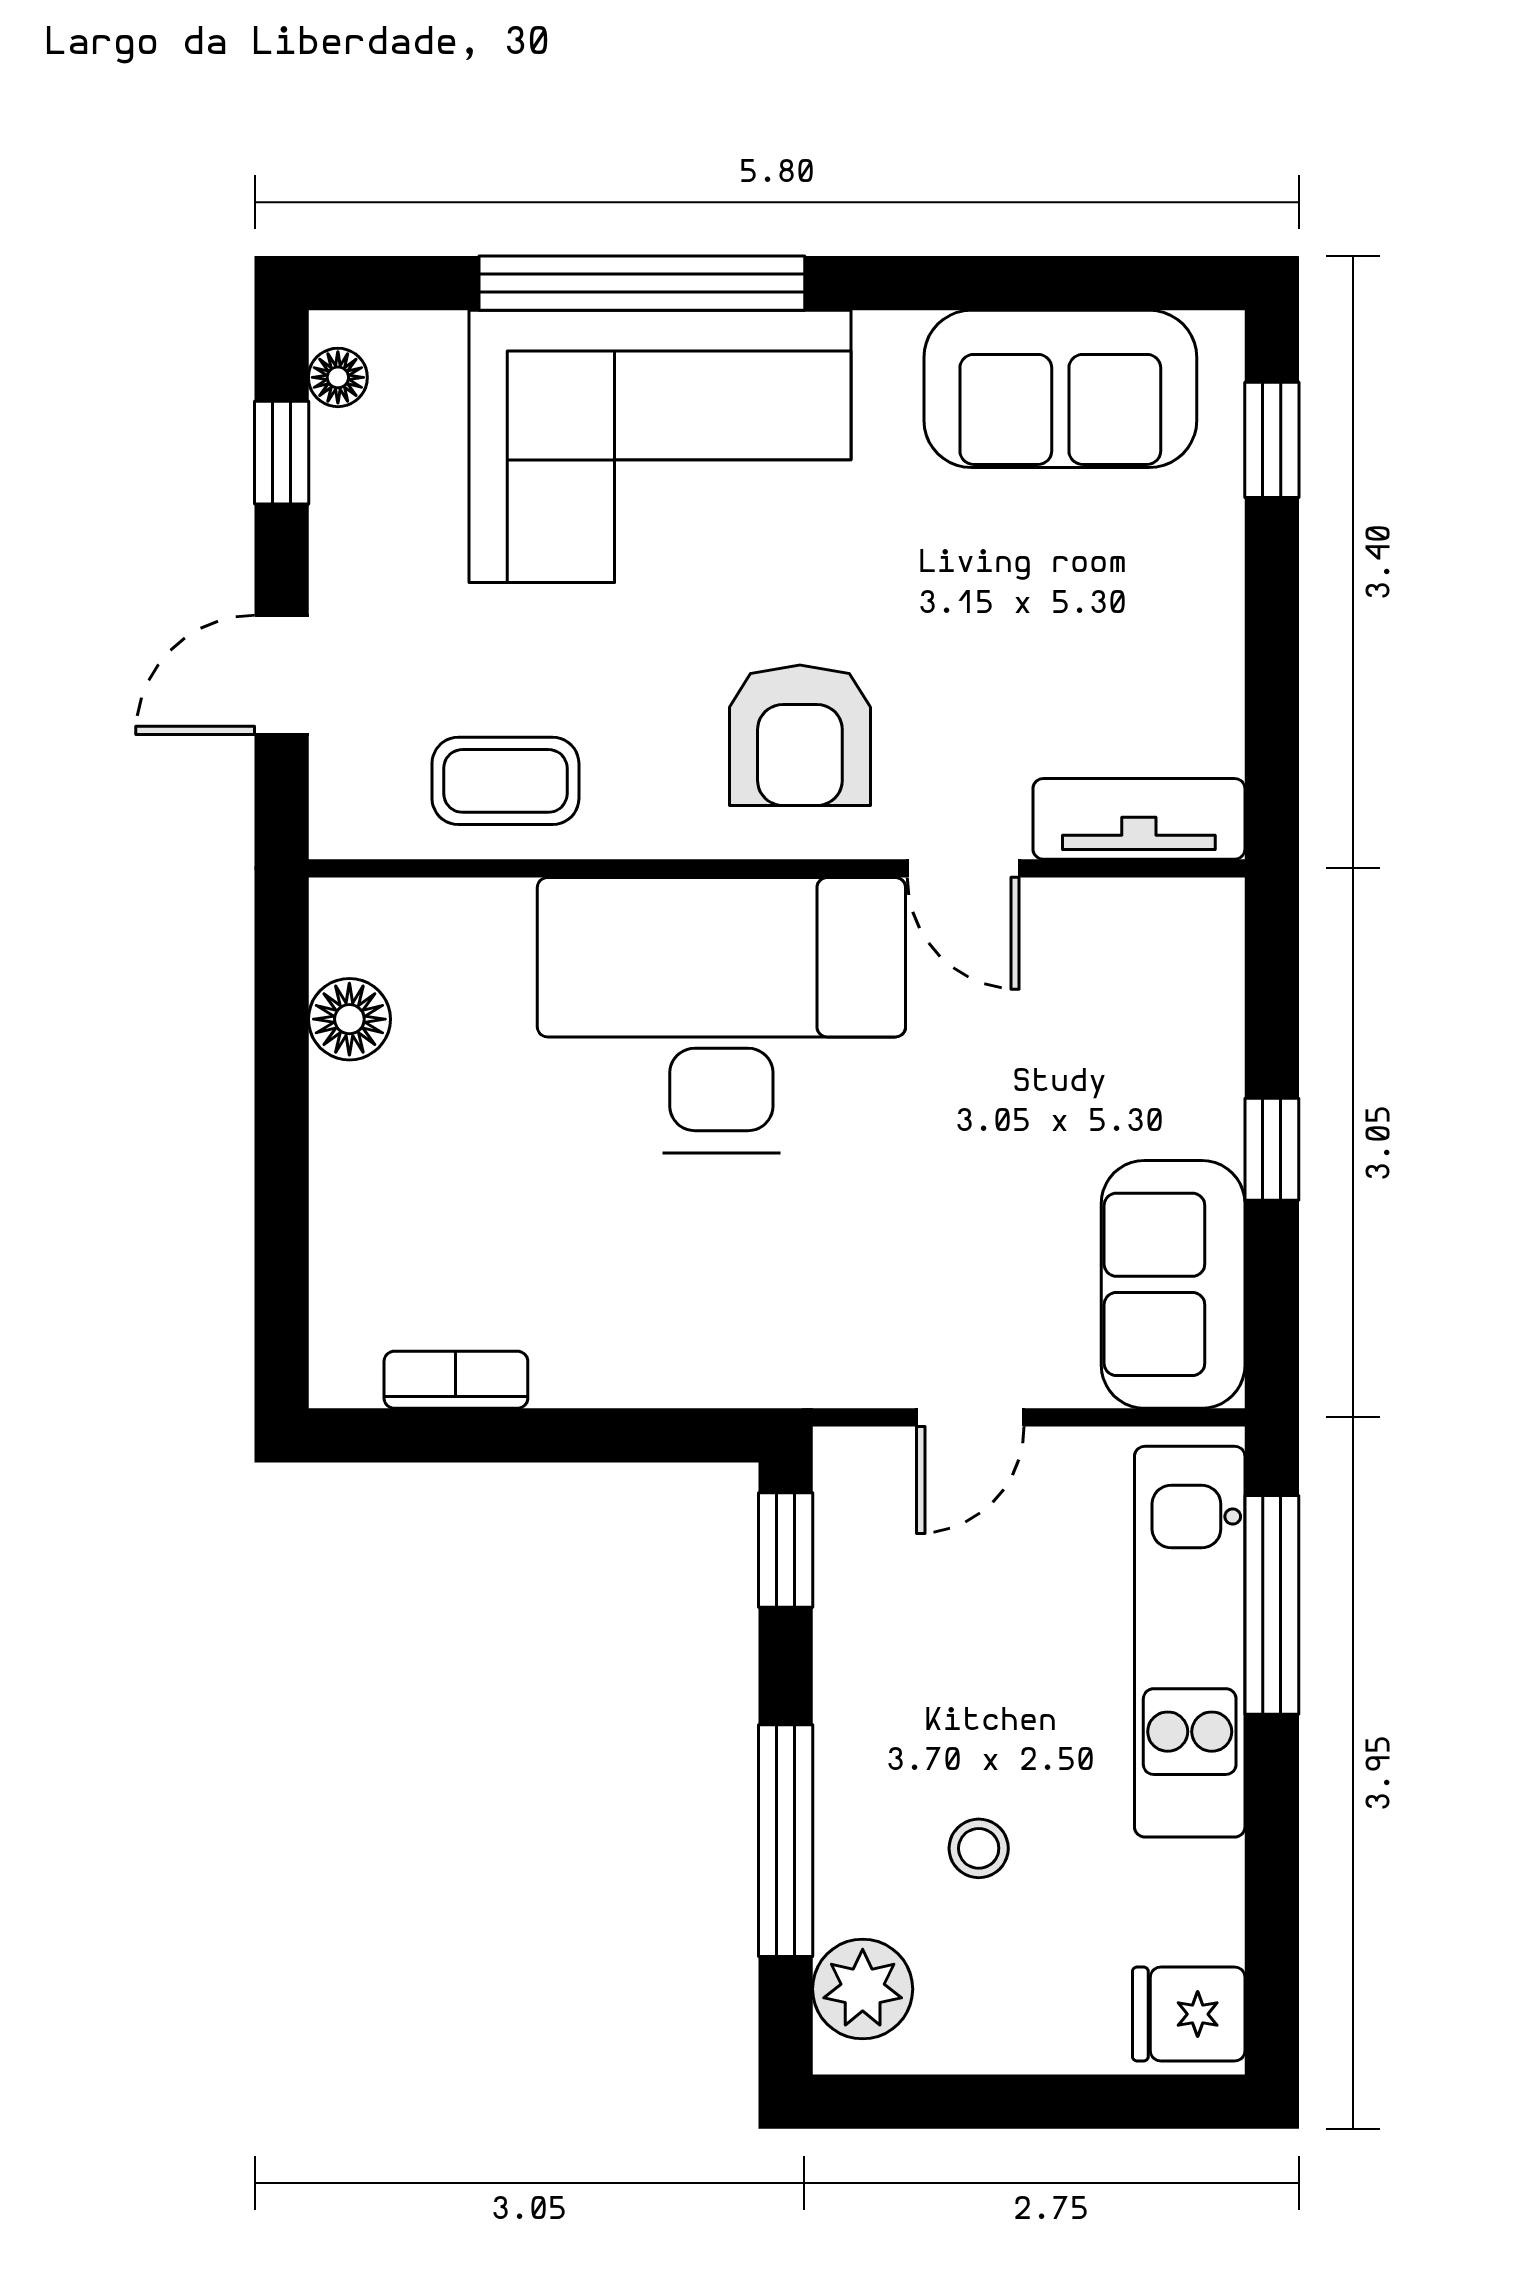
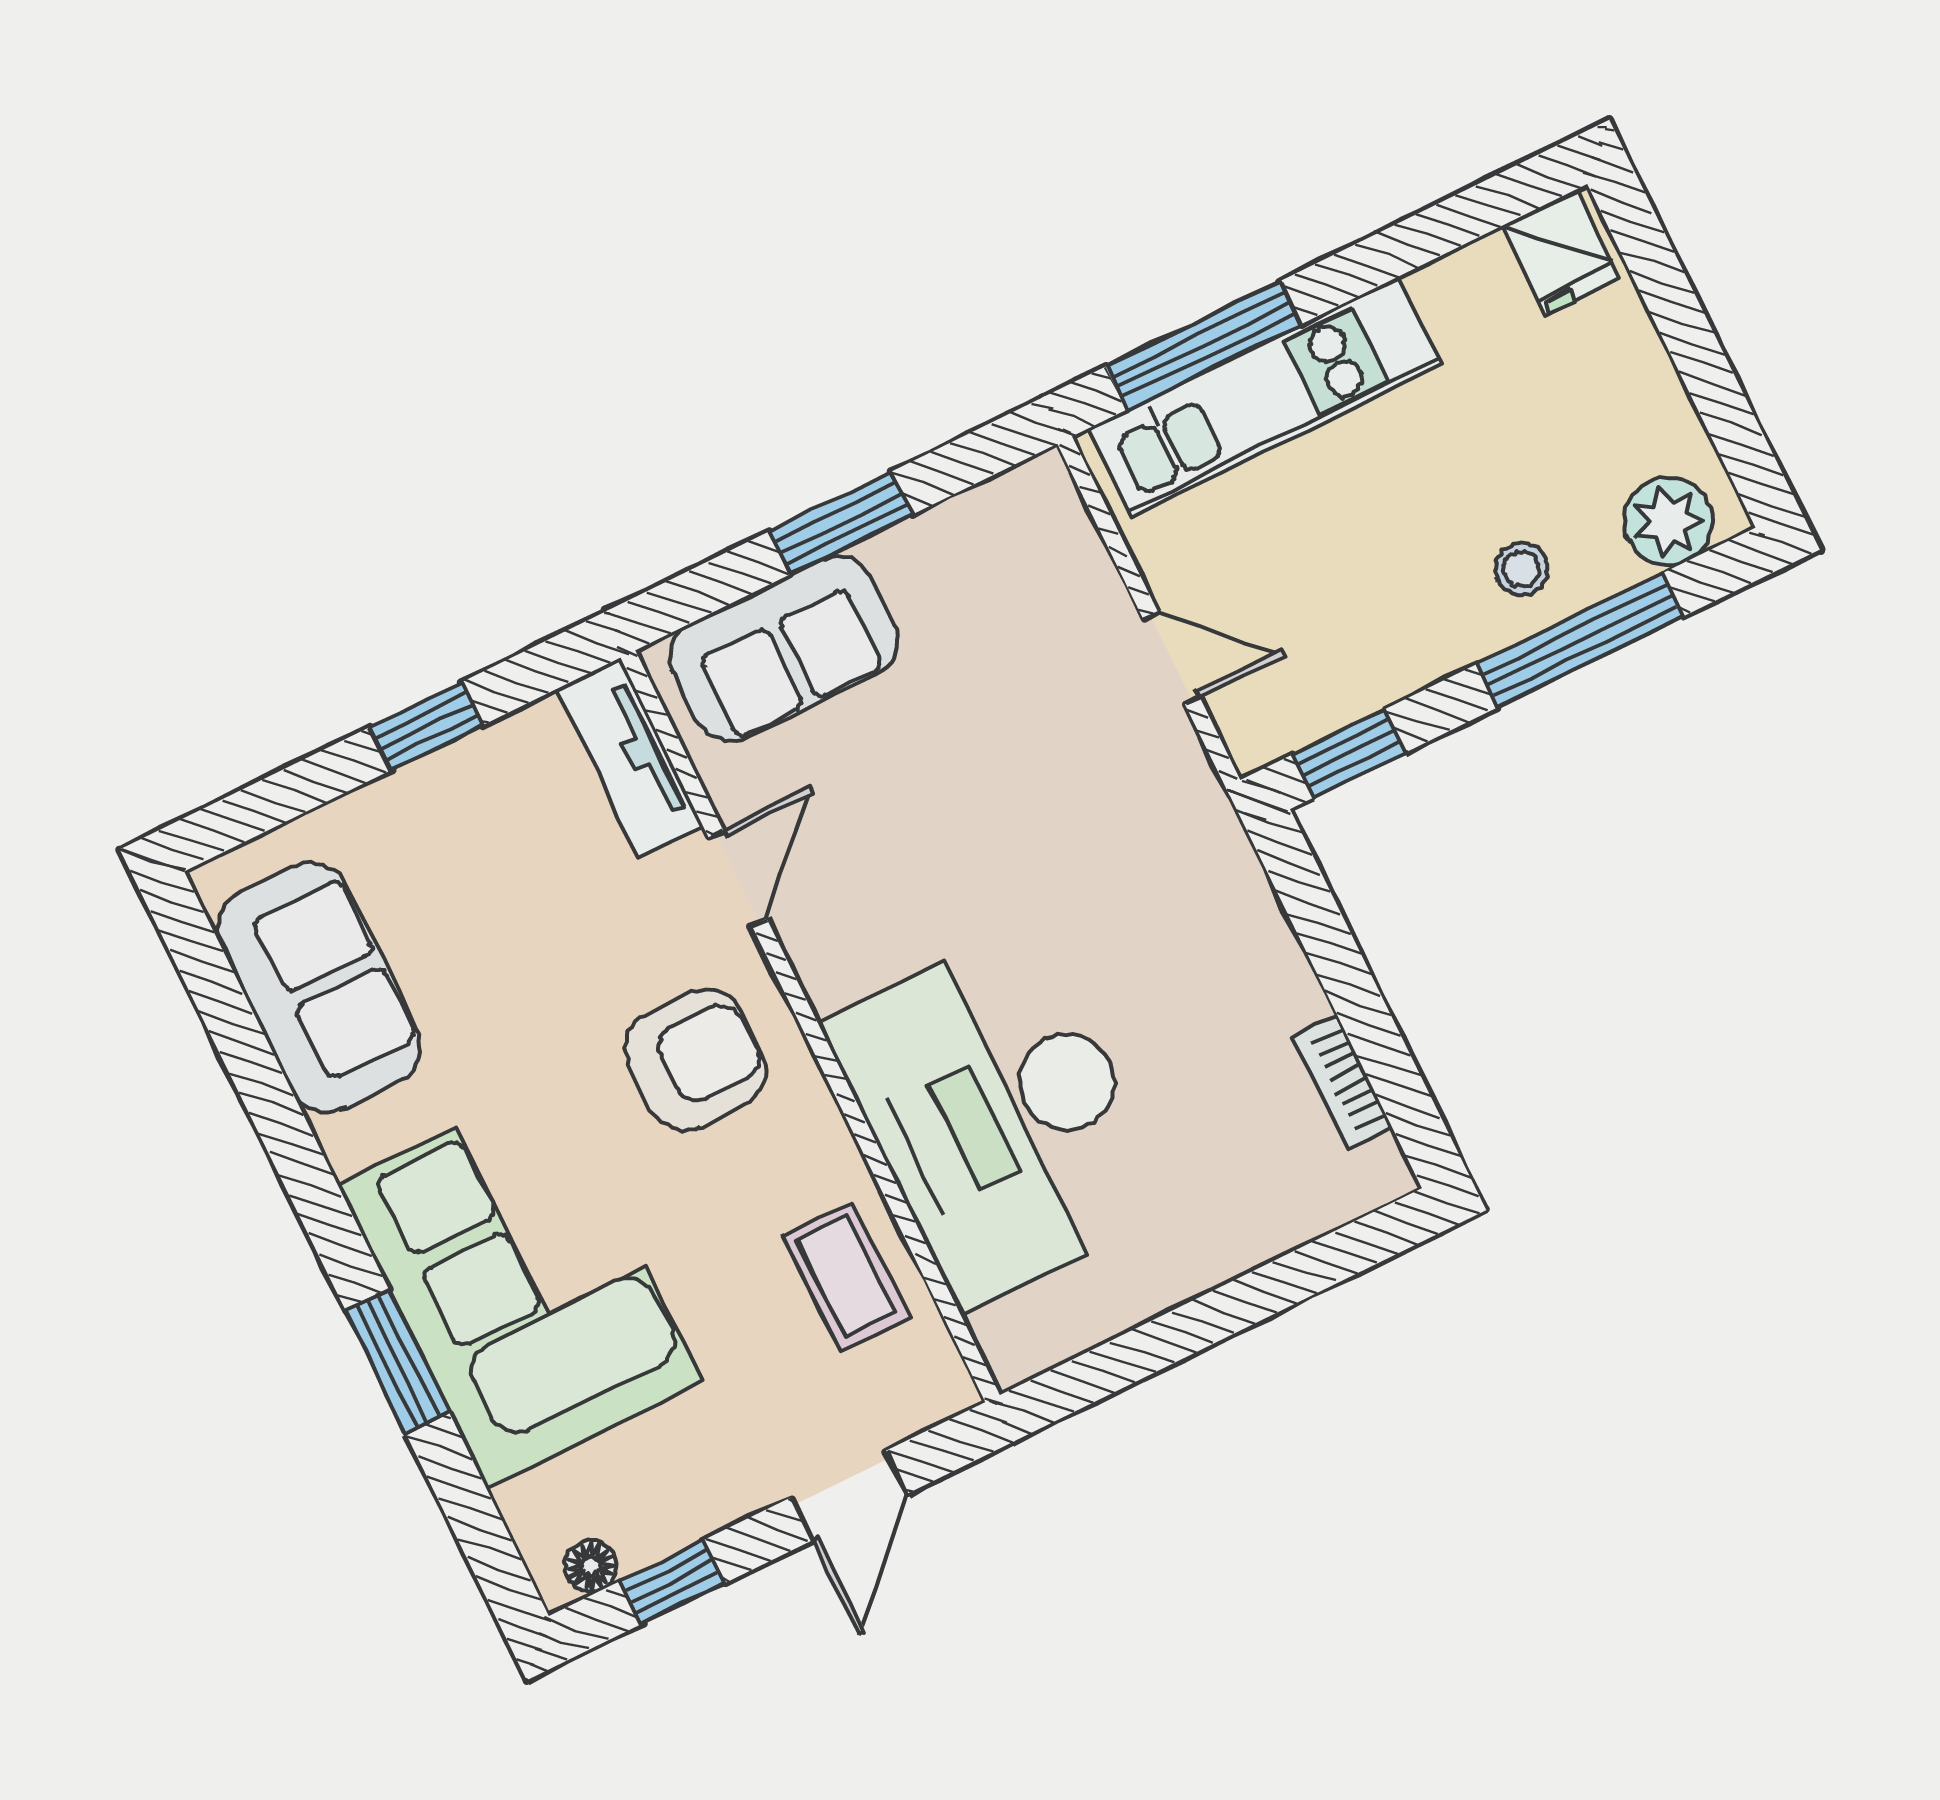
window: (642, 283) -> (397, 1361), width x0.47
window: (1272, 440) -> (426, 726), moved
door: (282, 675) -> (849, 1495), hinge flipped
desk: (721, 1015) -> (999, 1115), moved
floor lamp: (349, 1019) -> (1097, 1307), removed
window: (1272, 1149) -> (841, 523), width x1.50
sofa: (1173, 1284) -> (784, 648), moved
stool: (979, 1848) -> (1521, 569), moved

